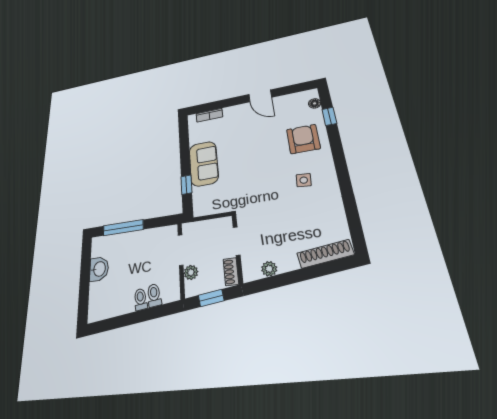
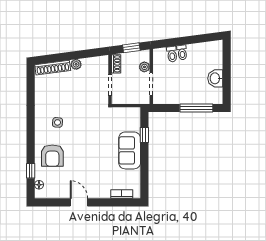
plant: (269, 269) -> (76, 64), moved

